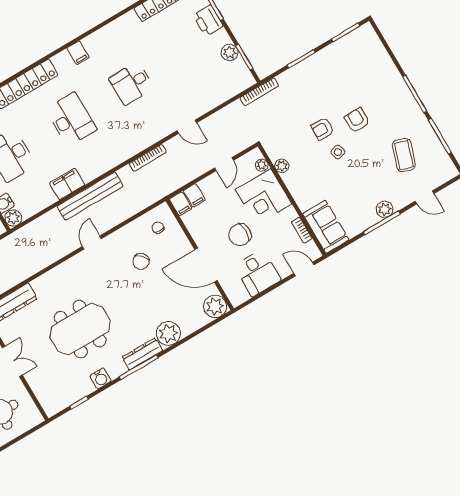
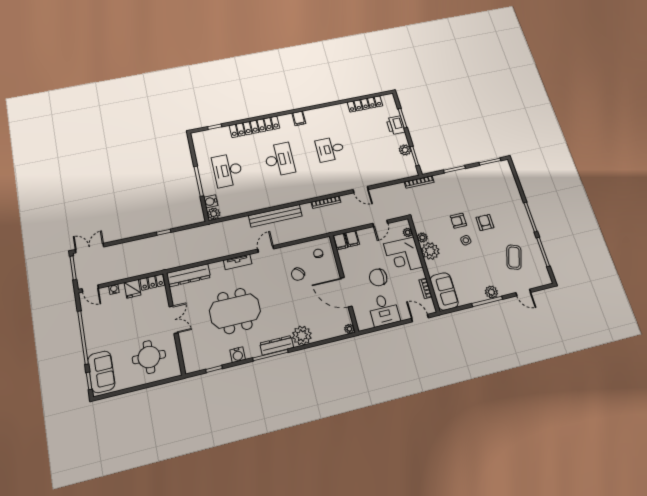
plant: (296, 180) -> (430, 251), added
filing cabinet: (67, 184) -> (261, 202), removed
tv unit: (63, 269) -> (238, 262), added
plant: (215, 306) -> (349, 329), width x0.53, depth x0.53

